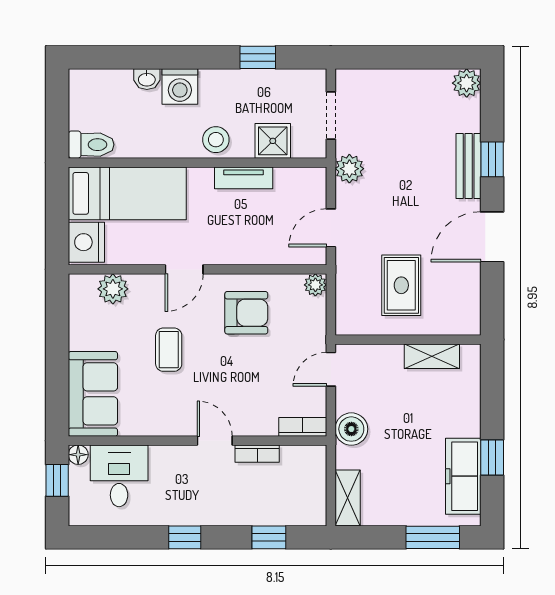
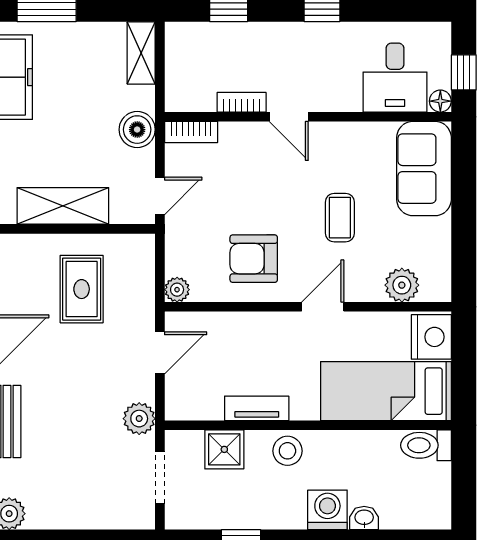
shelving: (432, 356) -> (63, 206), width x1.50, depth x1.33

